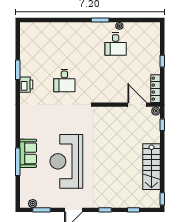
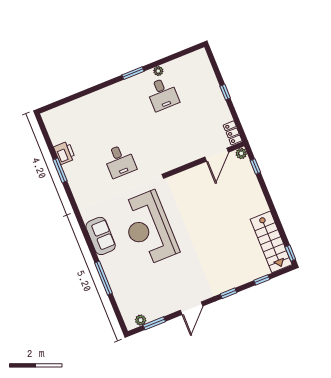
printer: (26, 85) -> (64, 153), moved
locker: (156, 89) -> (233, 133), width x0.66
door: (137, 105) -> (217, 155), swing flipped
sofa: (28, 153) -> (101, 236), moved
reception desk: (66, 161) -> (149, 228), moved
stairs: (151, 167) -> (271, 242), moved

